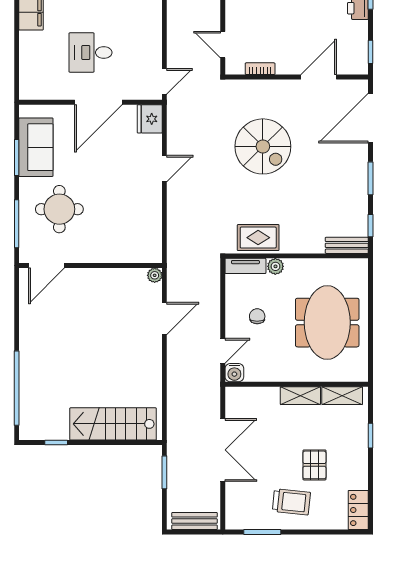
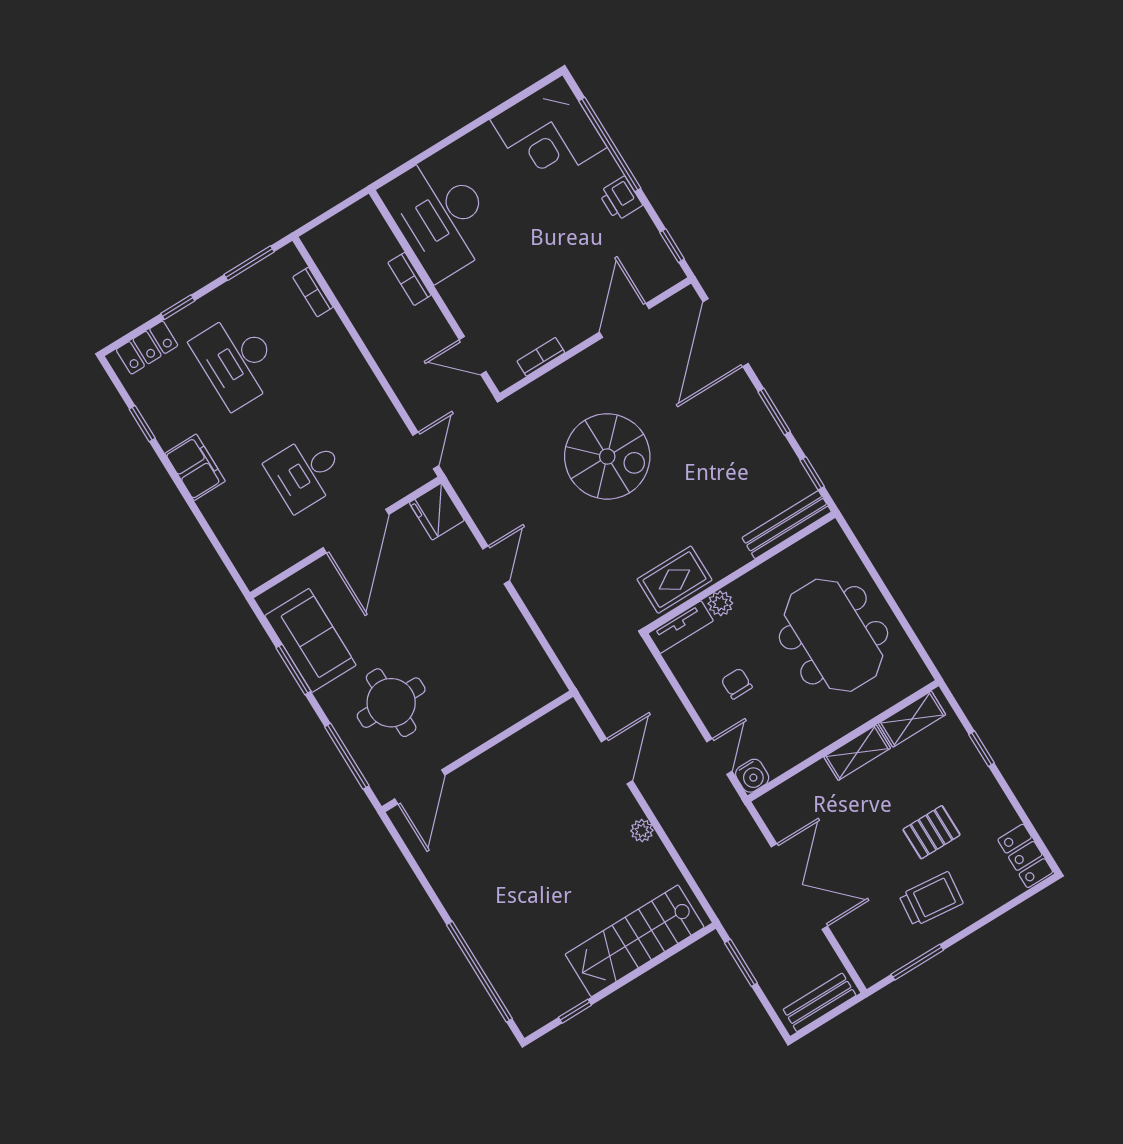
bench: (347, 245) -> (787, 525), width x1.36
plant: (155, 275) -> (642, 831), moved
pallet: (314, 465) -> (932, 832), turned 90

